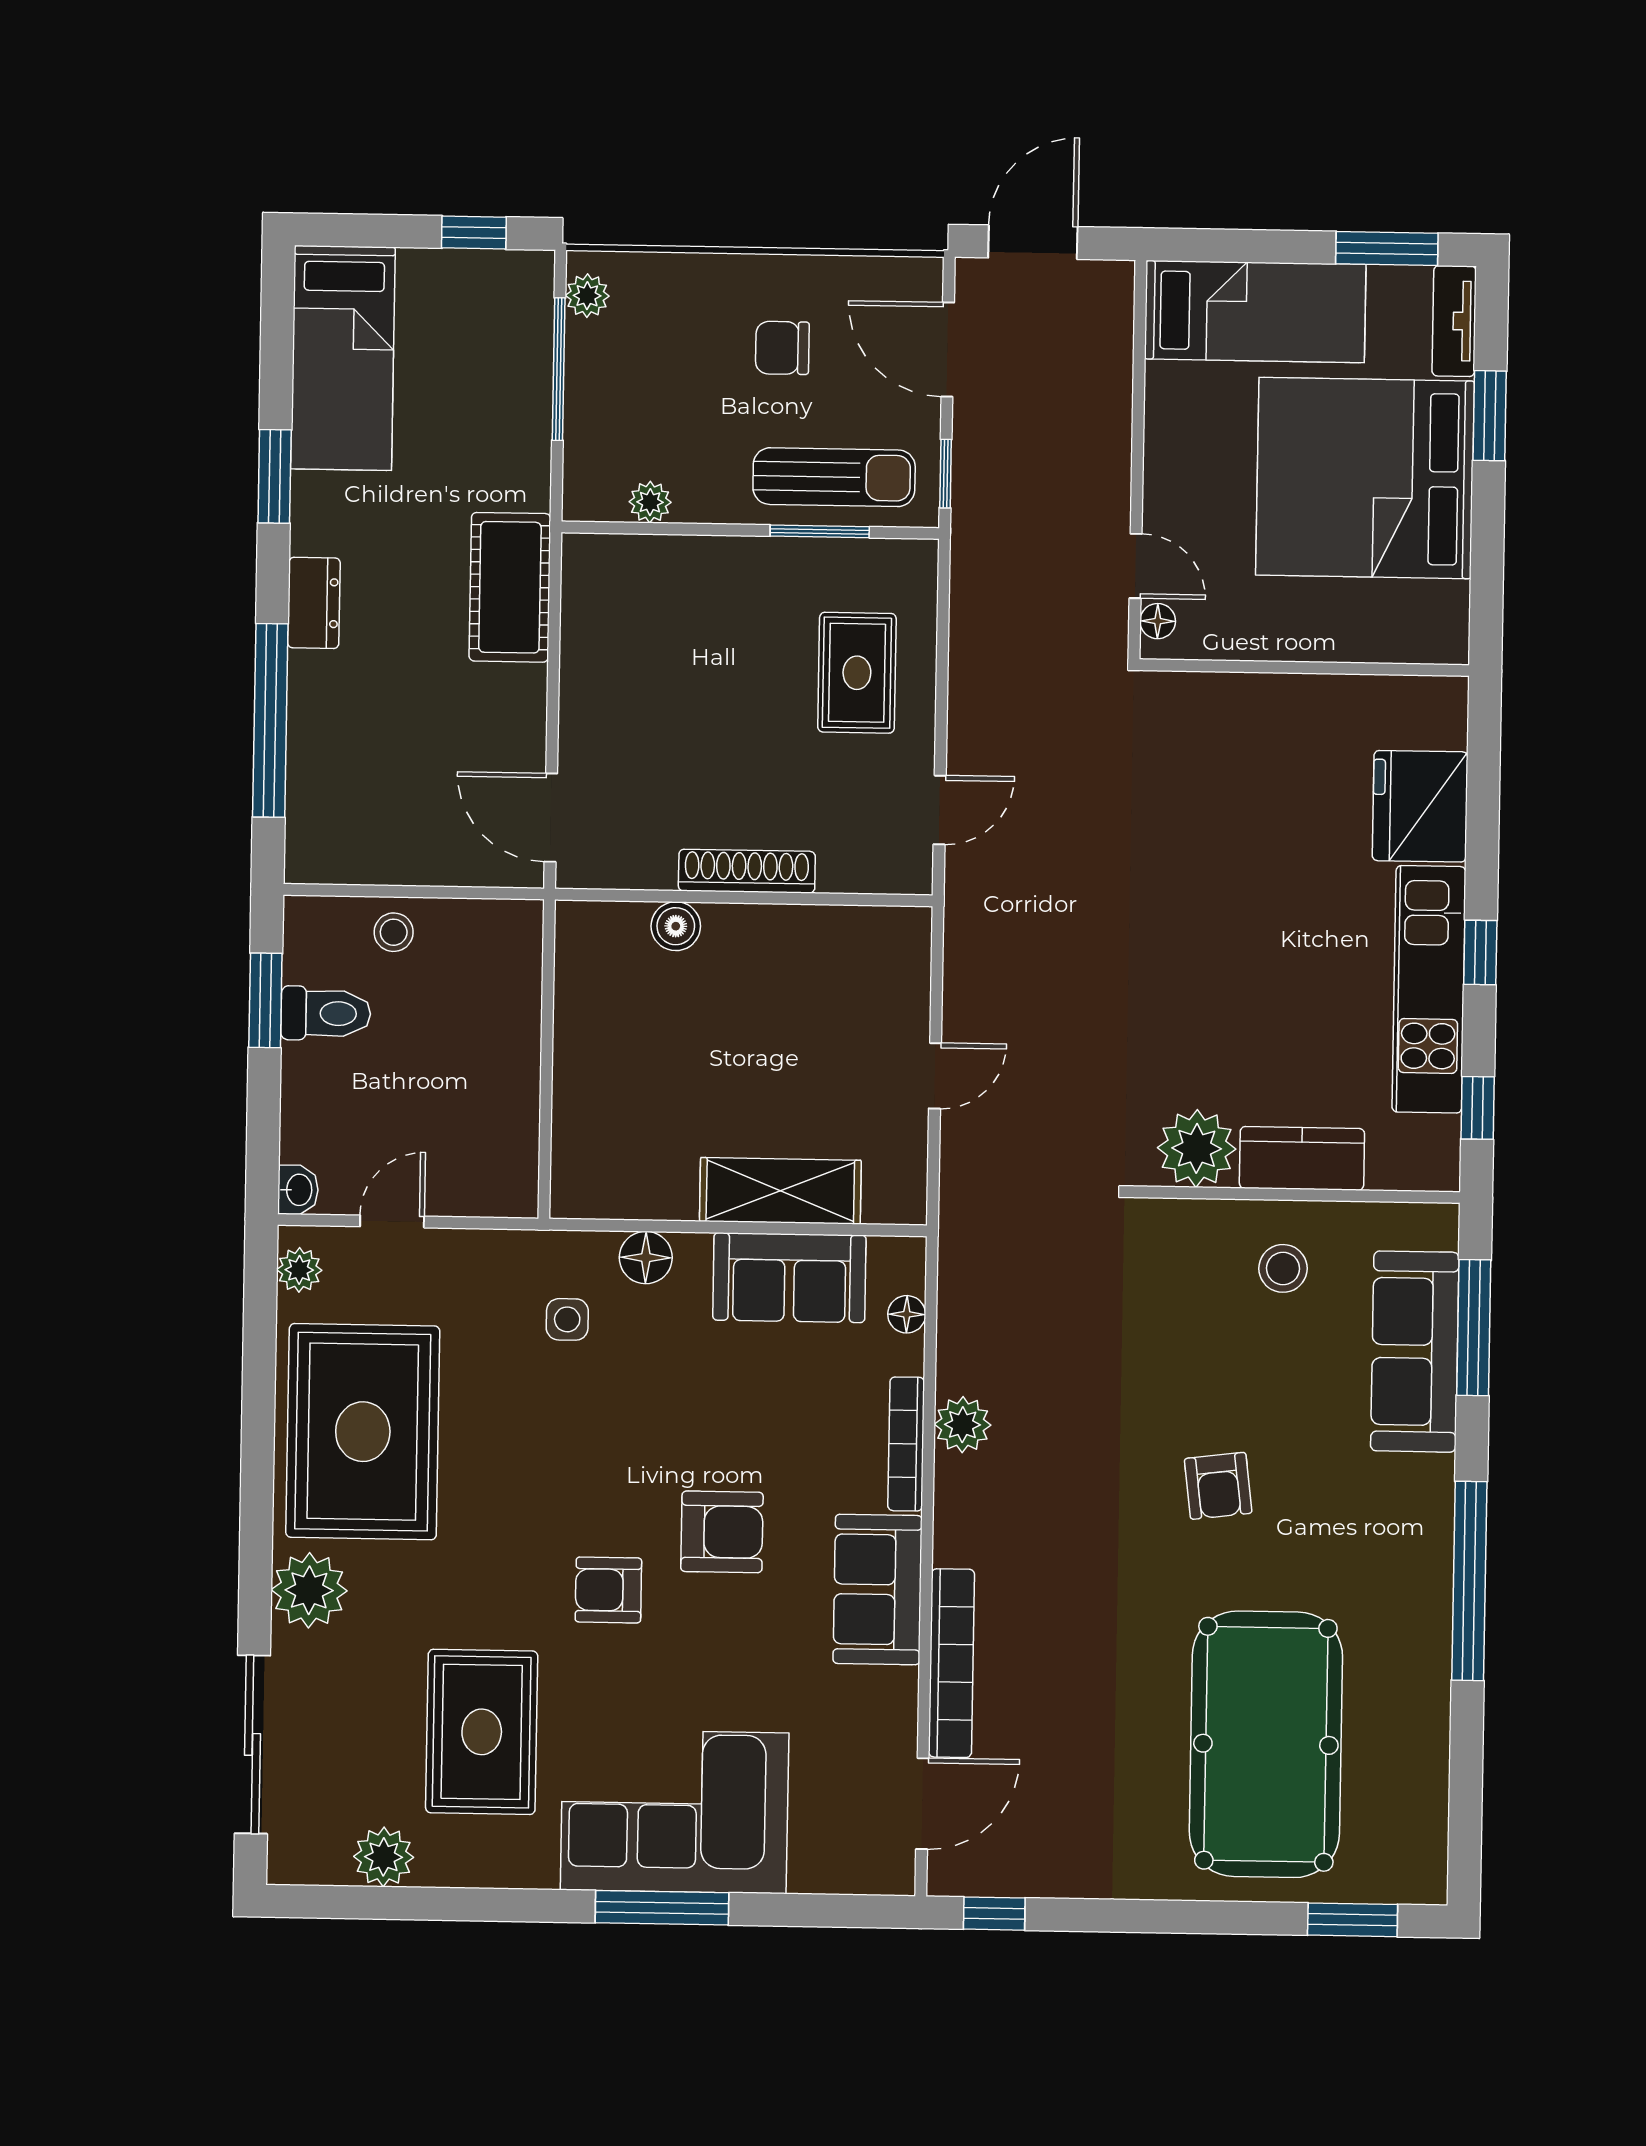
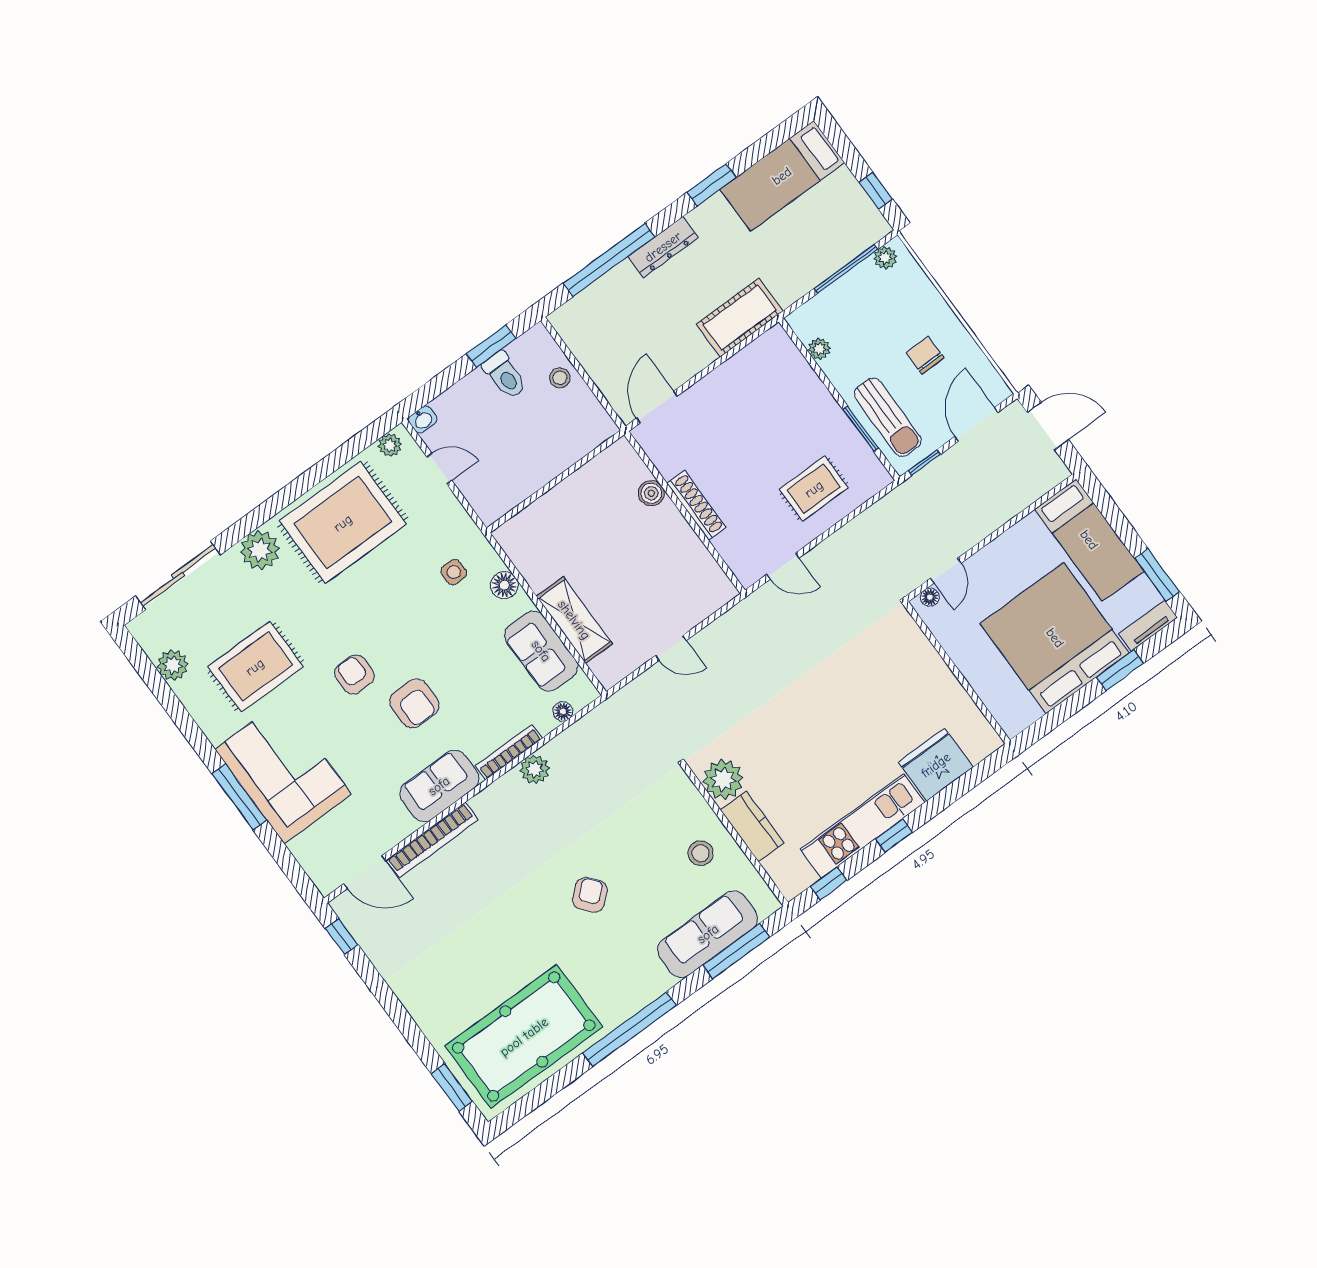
dresser: (314, 603) -> (663, 247), width x1.44
armchair: (1218, 1486) -> (590, 895), turned 146
pool table: (1266, 1744) -> (524, 1037), moved

